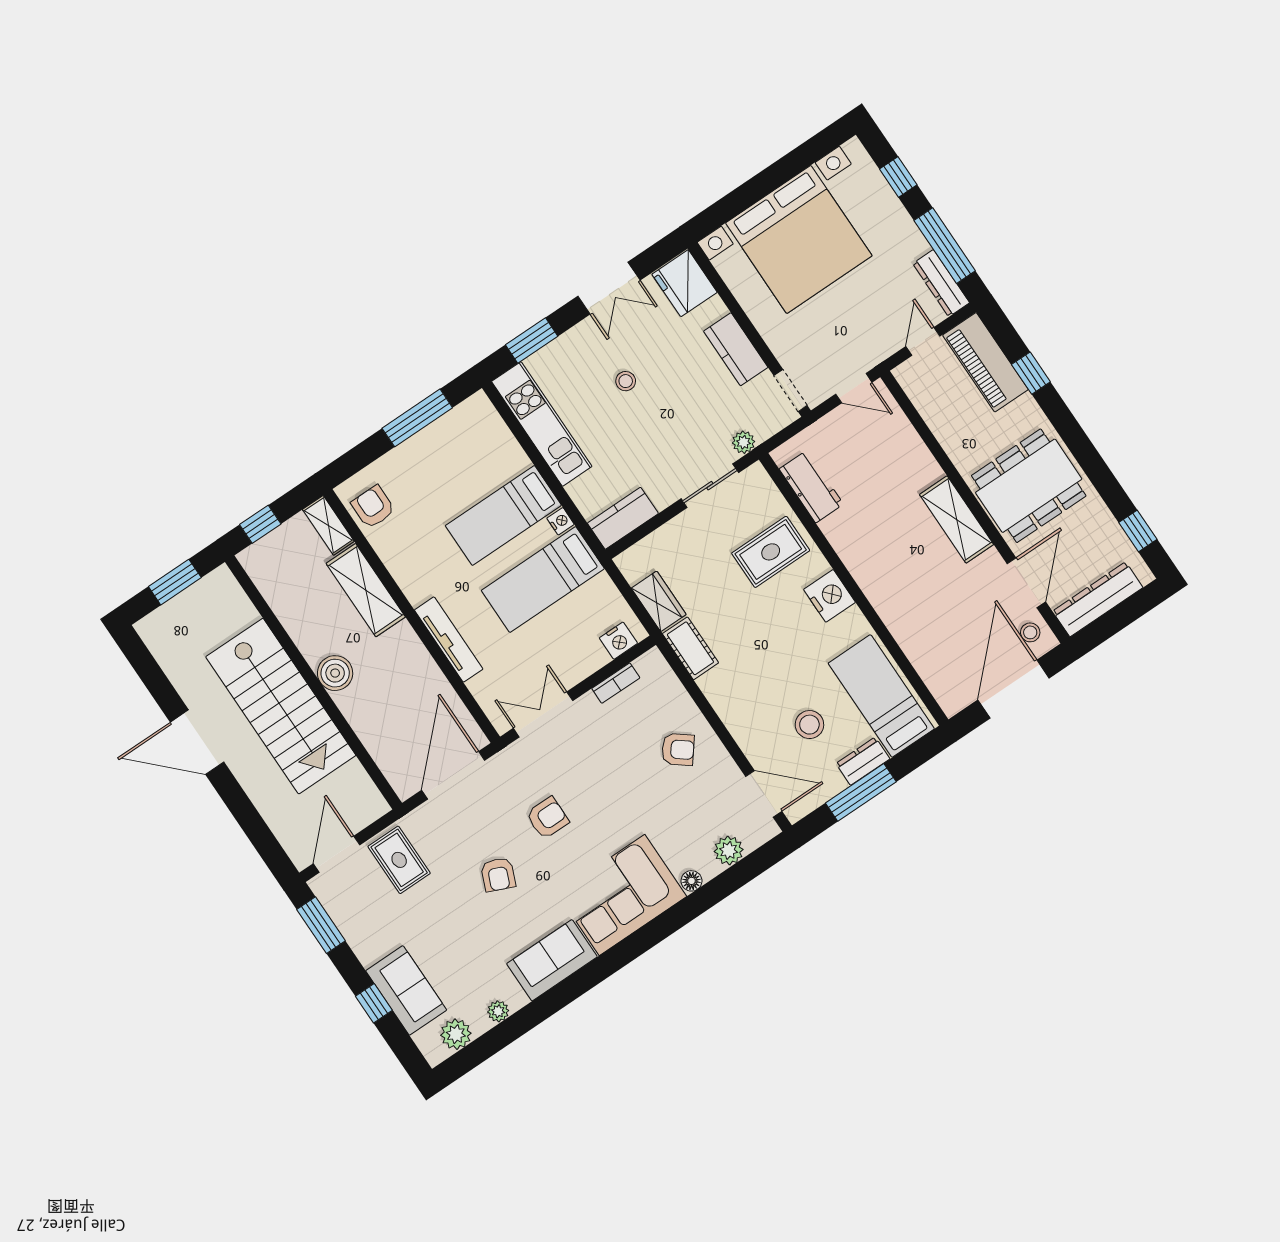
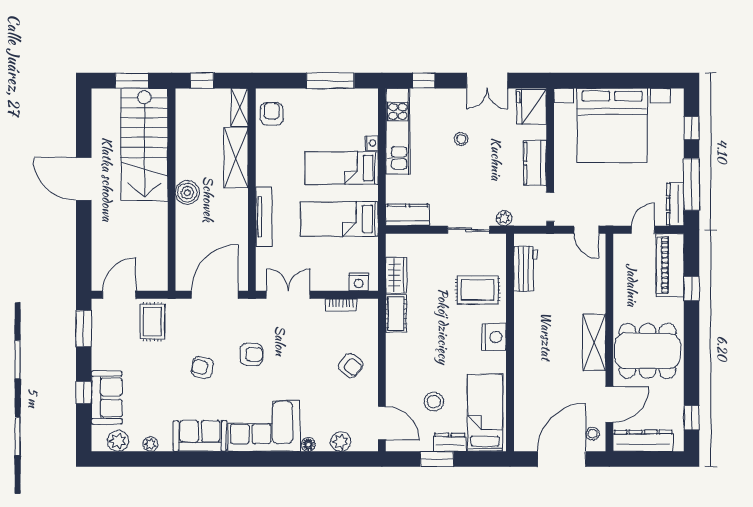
window: (532, 341) -> (424, 81), width x0.67
nightstand: (561, 521) -> (371, 143), moved
stairs: (281, 706) -> (144, 145), moved
window: (861, 792) -> (437, 459), width x0.69
armchair: (498, 875) -> (202, 367), turned 78

